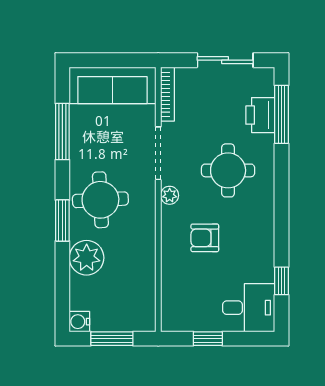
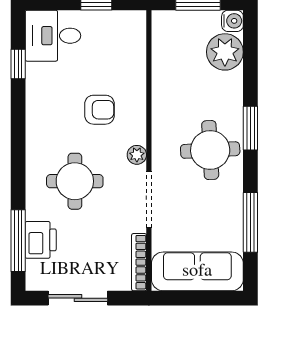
plant: (87, 258) -> (225, 52), moved

